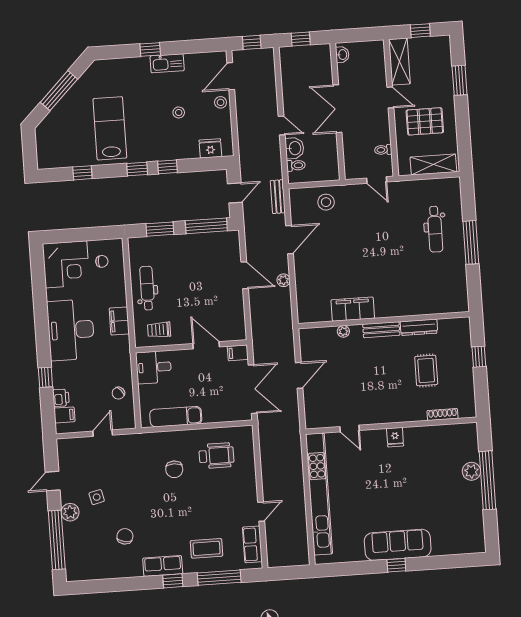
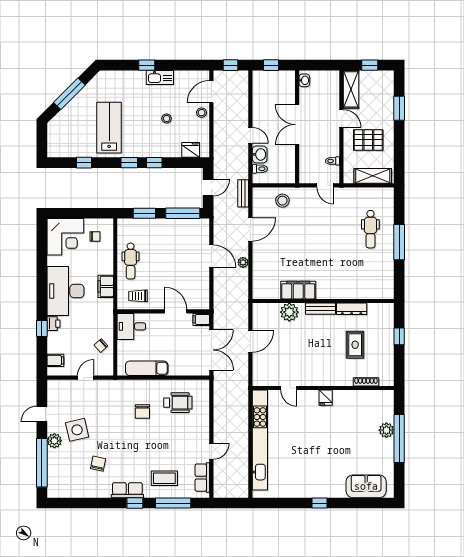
dental chair: (147, 288) -> (131, 261), turned 180
plant: (343, 331) -> (289, 312), width x1.88, depth x1.88
printer: (61, 398) -> (53, 324), moved
side table: (97, 497) -> (77, 430), width x1.87, depth x1.87
sofa: (398, 545) -> (366, 486), moved, width x0.73

